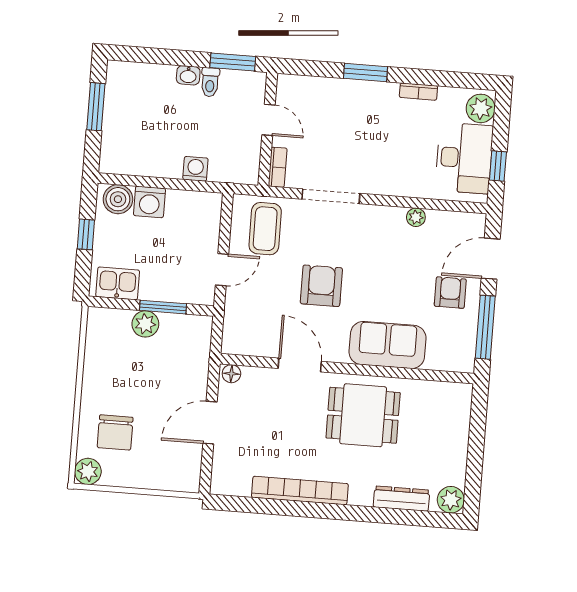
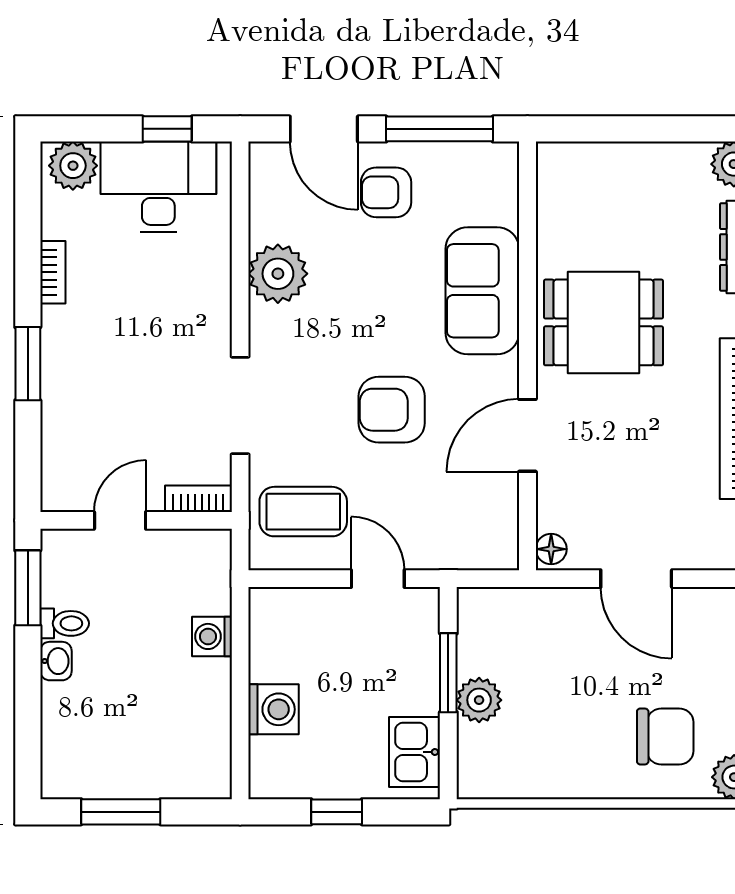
boiler: (118, 199) -> (273, 763), removed
plant: (416, 217) -> (278, 274), width x1.88, depth x1.88
dining table: (363, 415) -> (603, 322), turned 90

